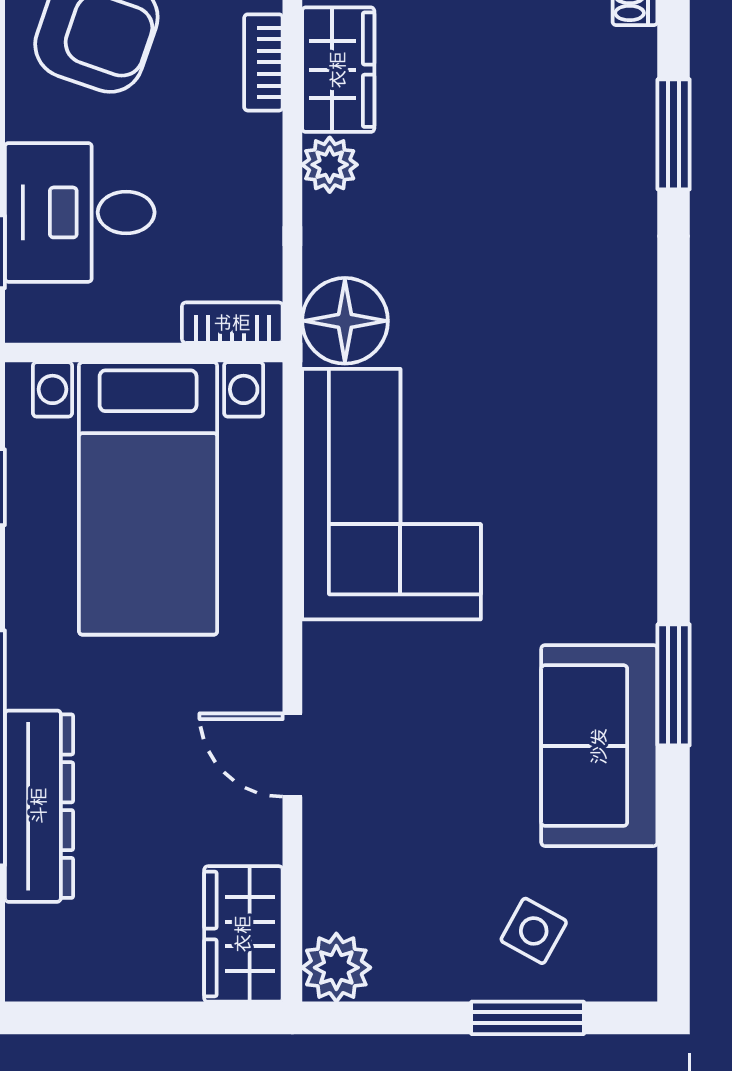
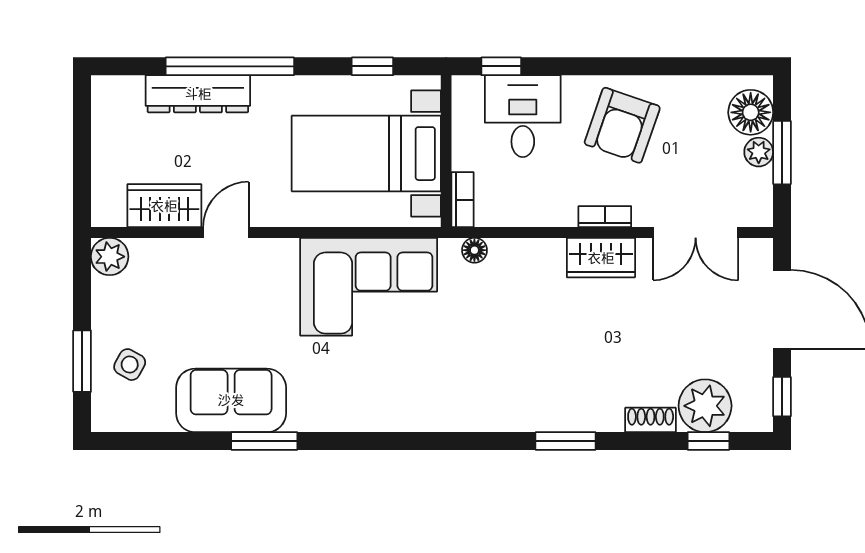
plant: (330, 165) -> (549, 253), removed
floor lamp: (345, 321) -> (474, 250), width x0.53, depth x0.53
wardrobe: (243, 934) -> (164, 206), moved

